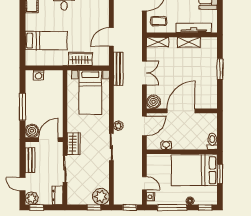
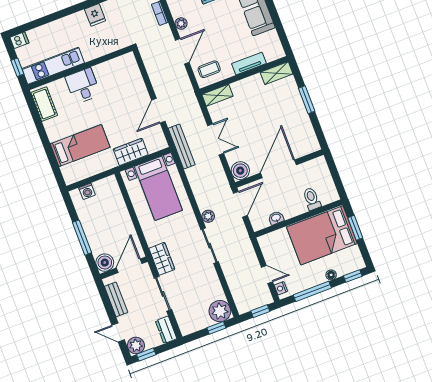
tv unit: (194, 28) -> (249, 64), width x0.71
shelving: (189, 42) -> (277, 73), moved
toilet: (212, 141) -> (312, 199), moved

